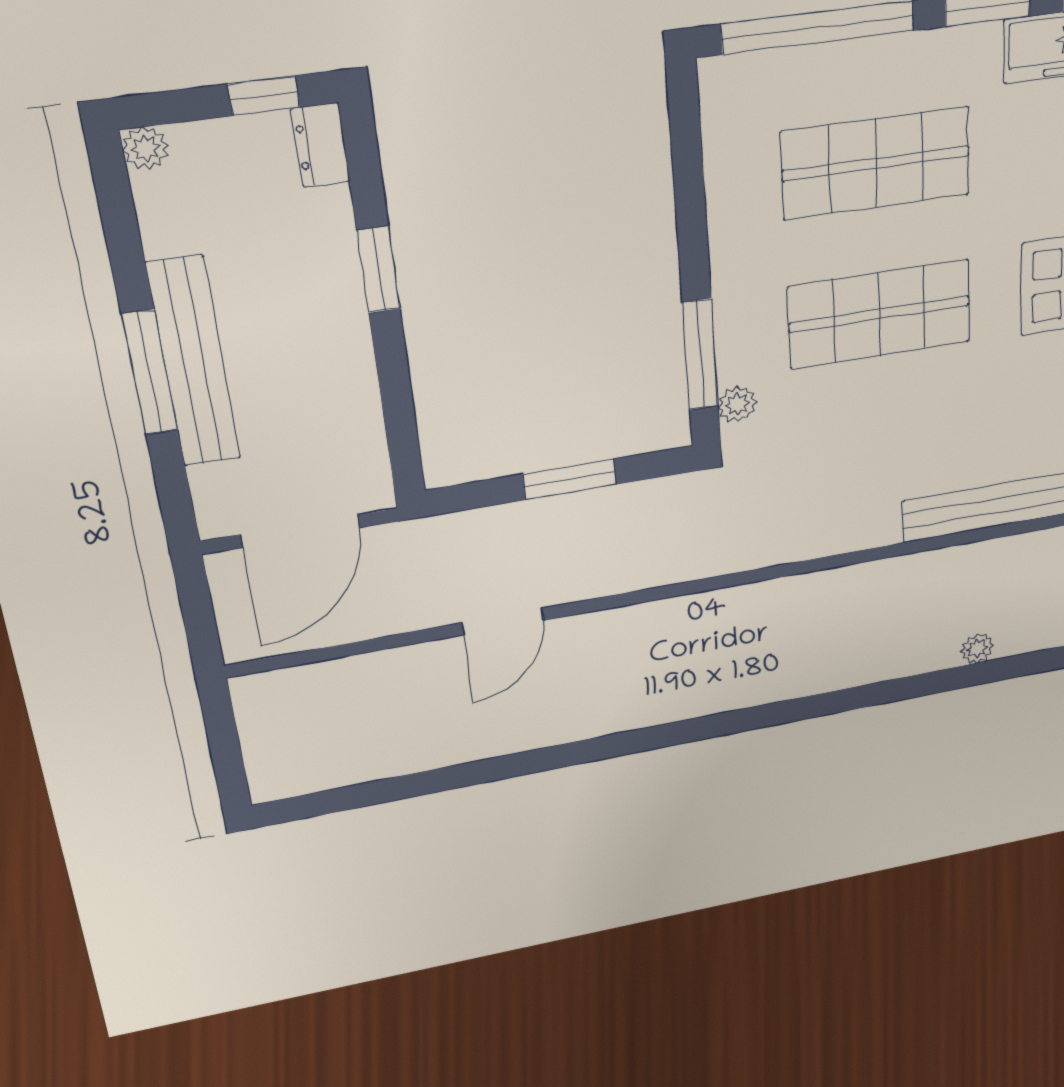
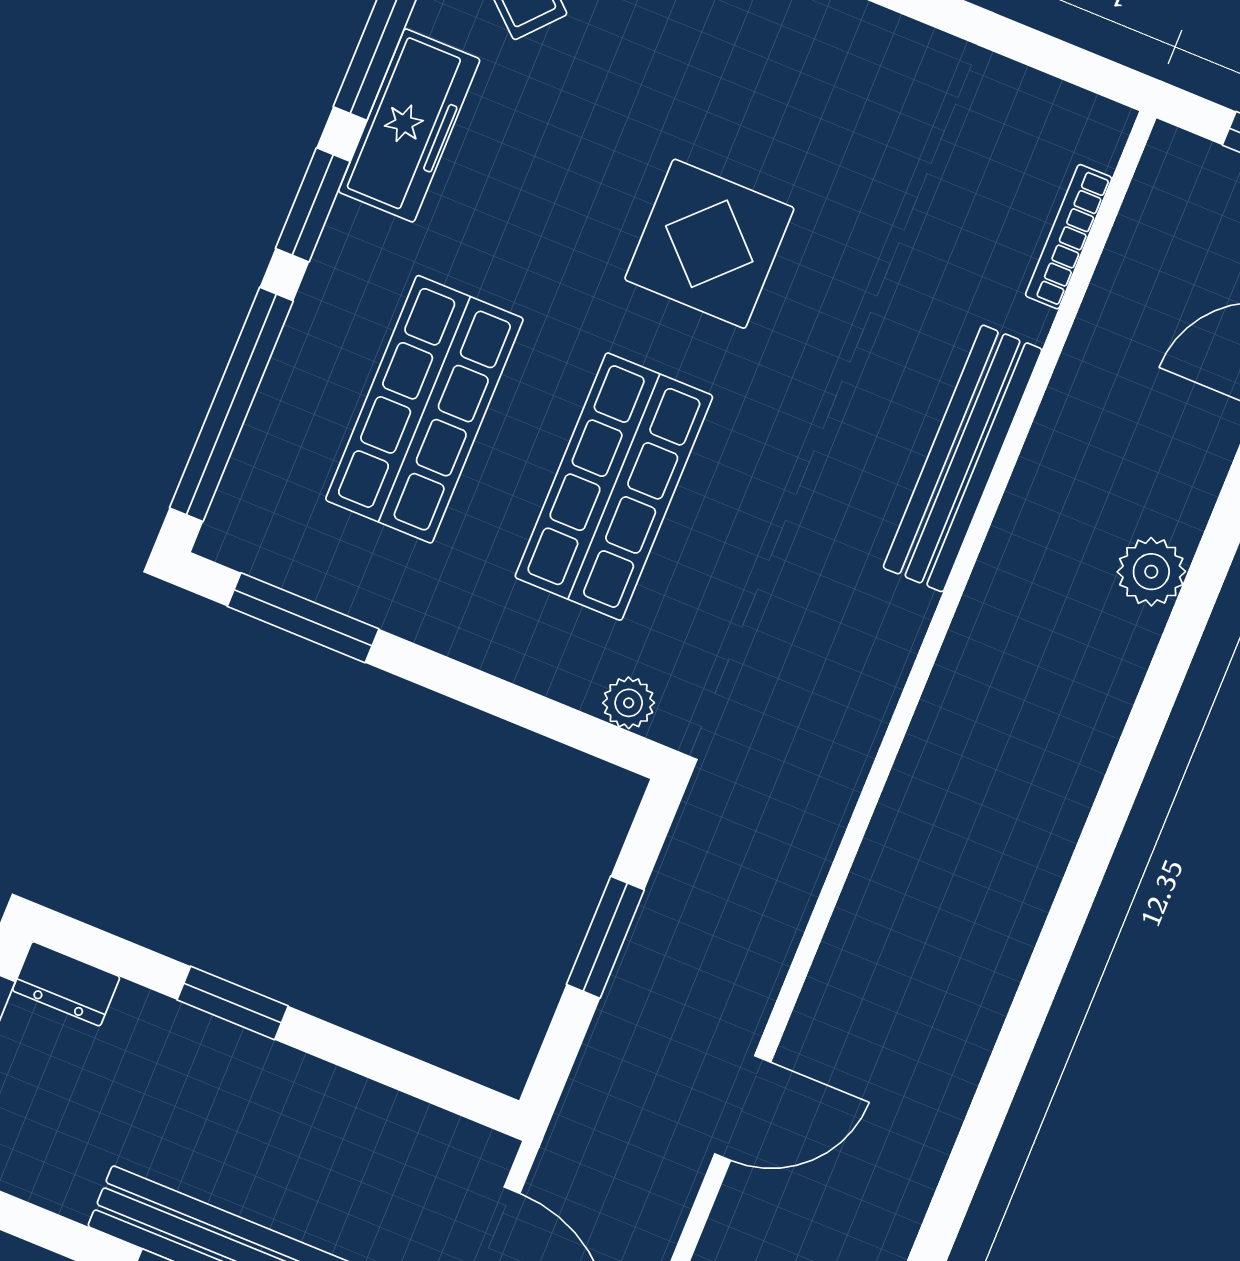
window: (700, 354) -> (303, 618), moved
door: (503, 621) -> (743, 1108), hinge flipped
plant: (977, 649) -> (1151, 572), width x1.38, depth x1.38

